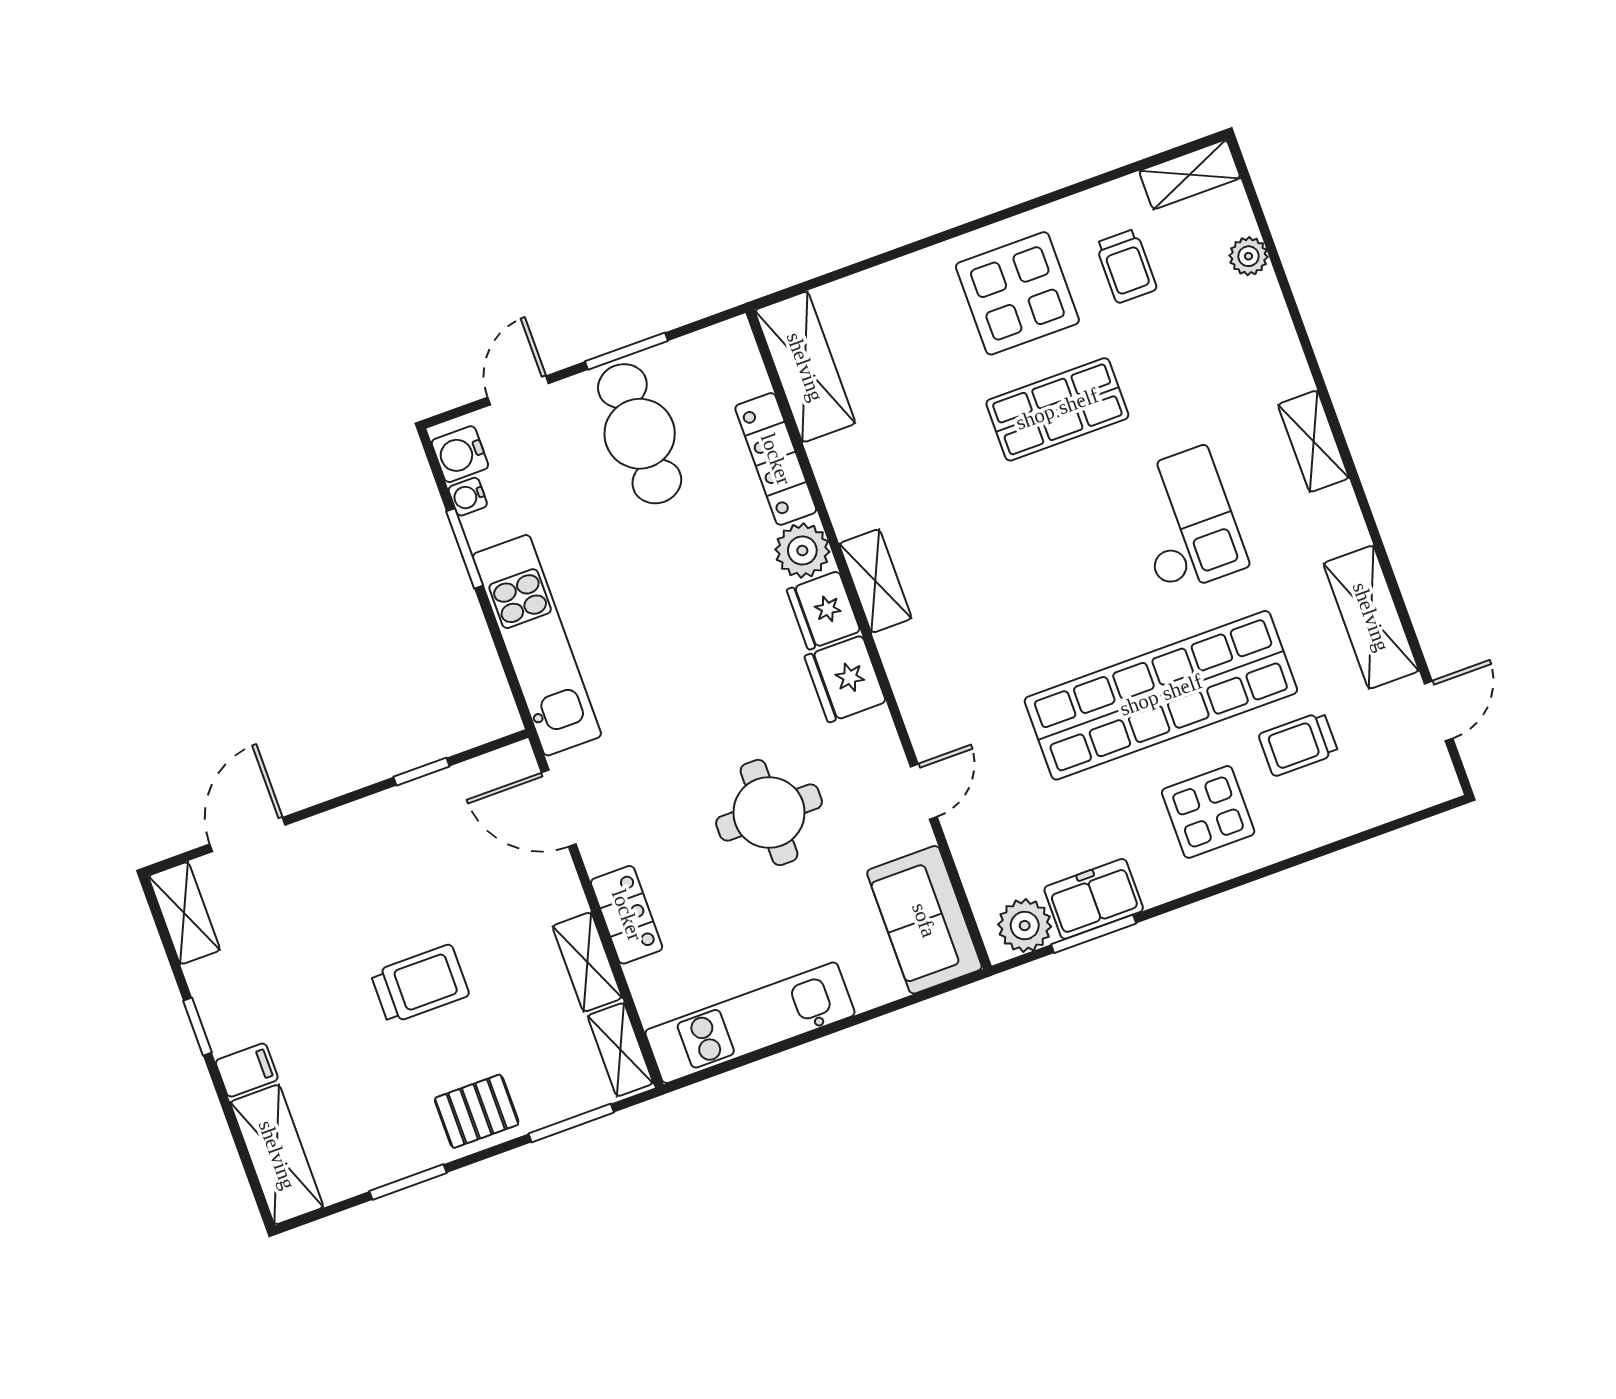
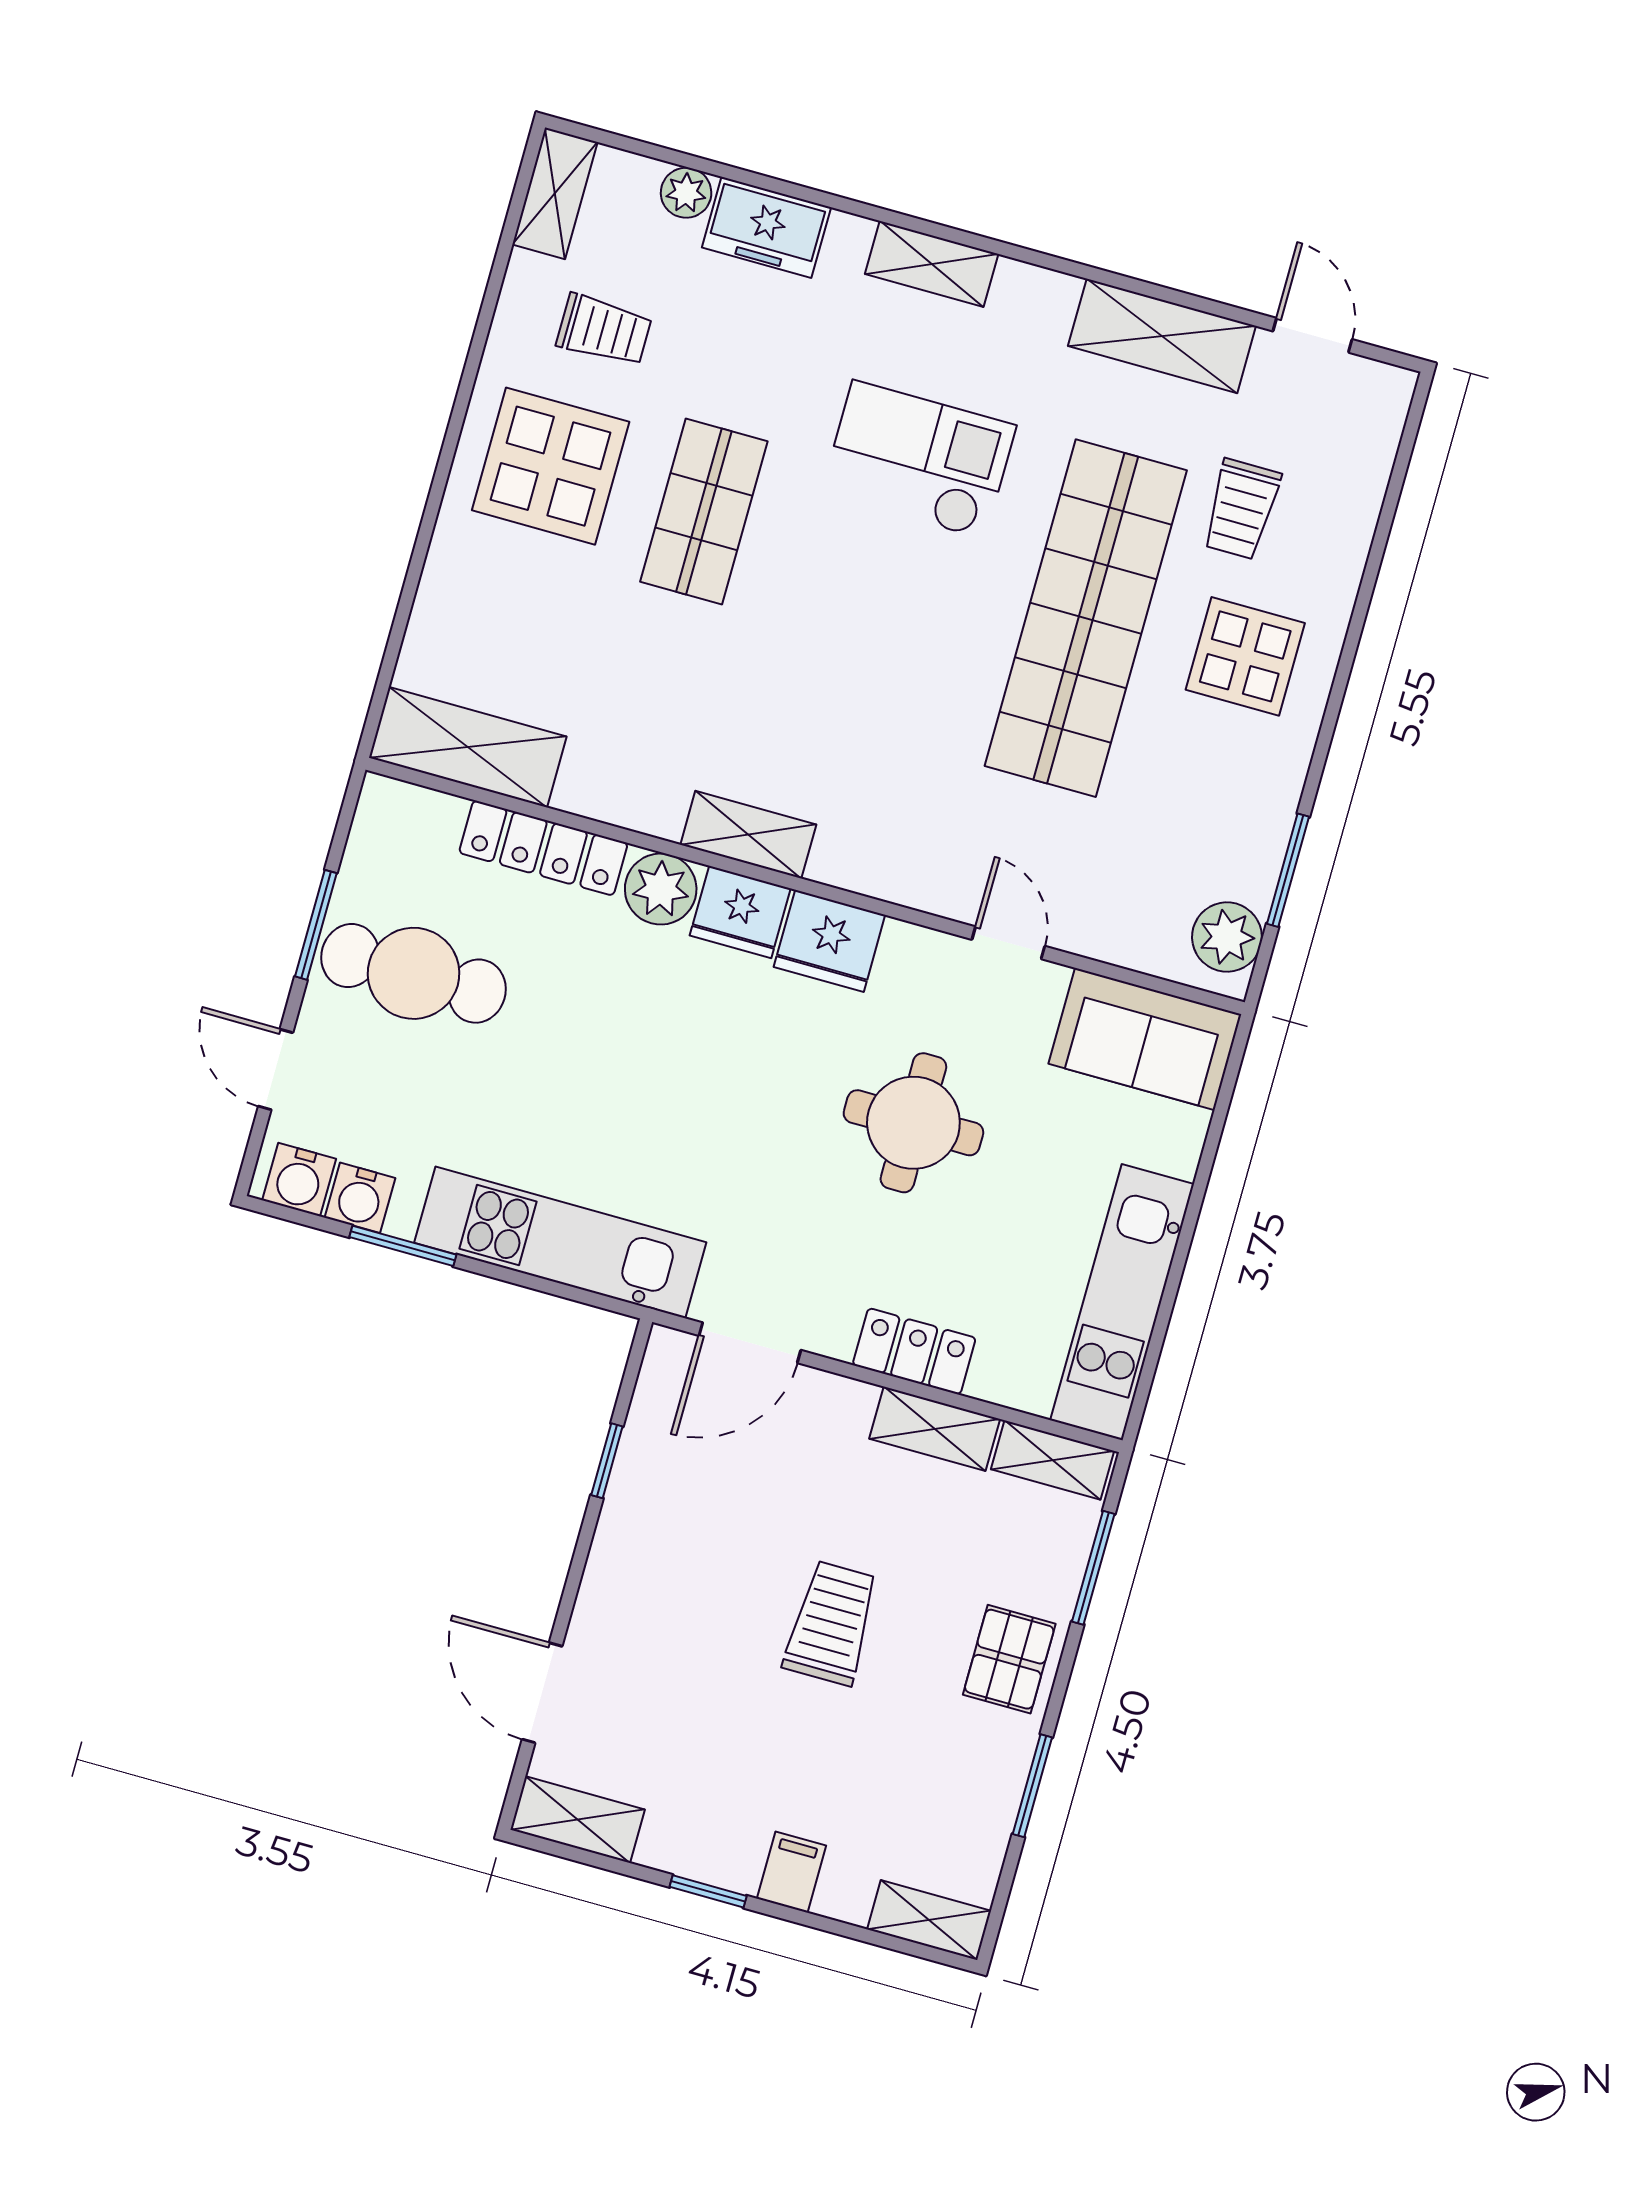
water cooler: (468, 497) -> (360, 1198), width x1.38, depth x1.38
freezer: (1094, 899) -> (766, 227), moved, turned -90
shelving: (277, 1155) -> (929, 1920), width x0.67, depth x0.75

